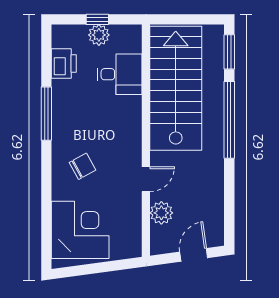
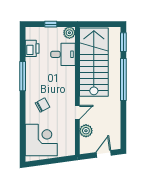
plant: (99, 35) -> (69, 33), moved

